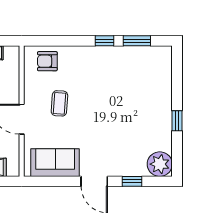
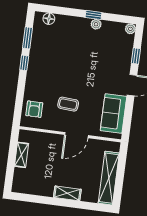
floor lamp: (165, 65) -> (49, 19), added
plant: (166, 126) -> (96, 24), added
plant: (160, 164) -> (130, 29), width x0.53, depth x0.53

